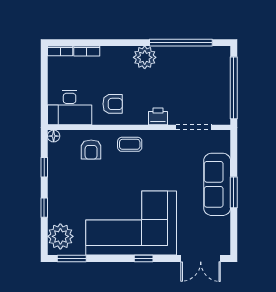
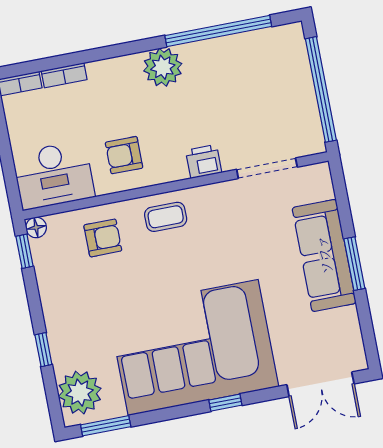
armchair: (113, 104) -> (124, 155), turned 180
armchair: (91, 150) -> (103, 238), turned -90
window: (44, 167) -> (25, 251), moved

